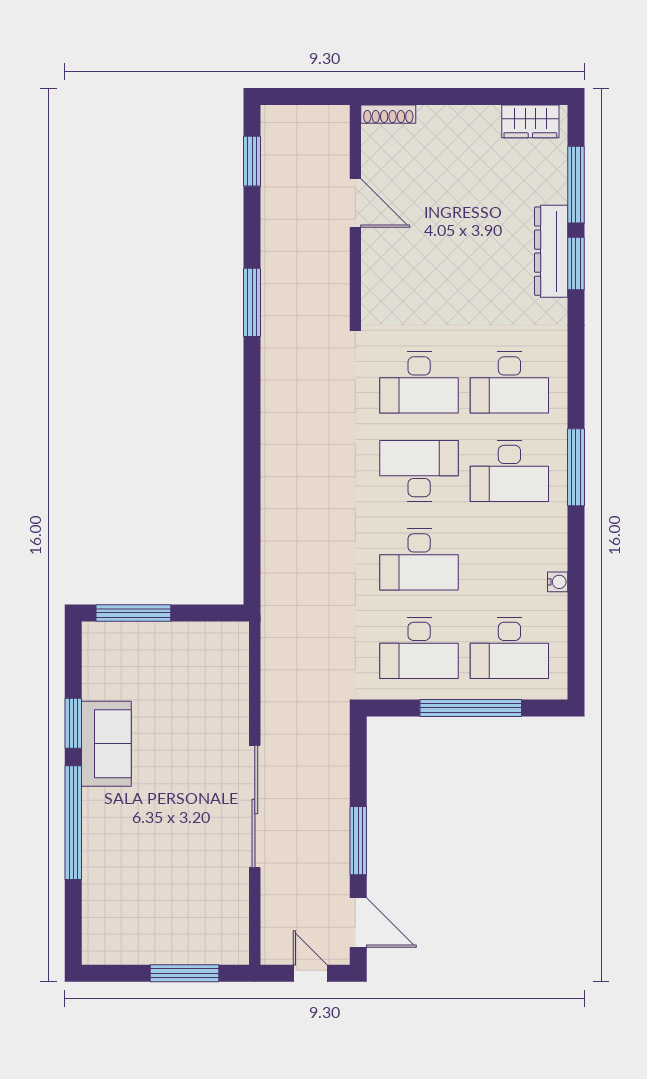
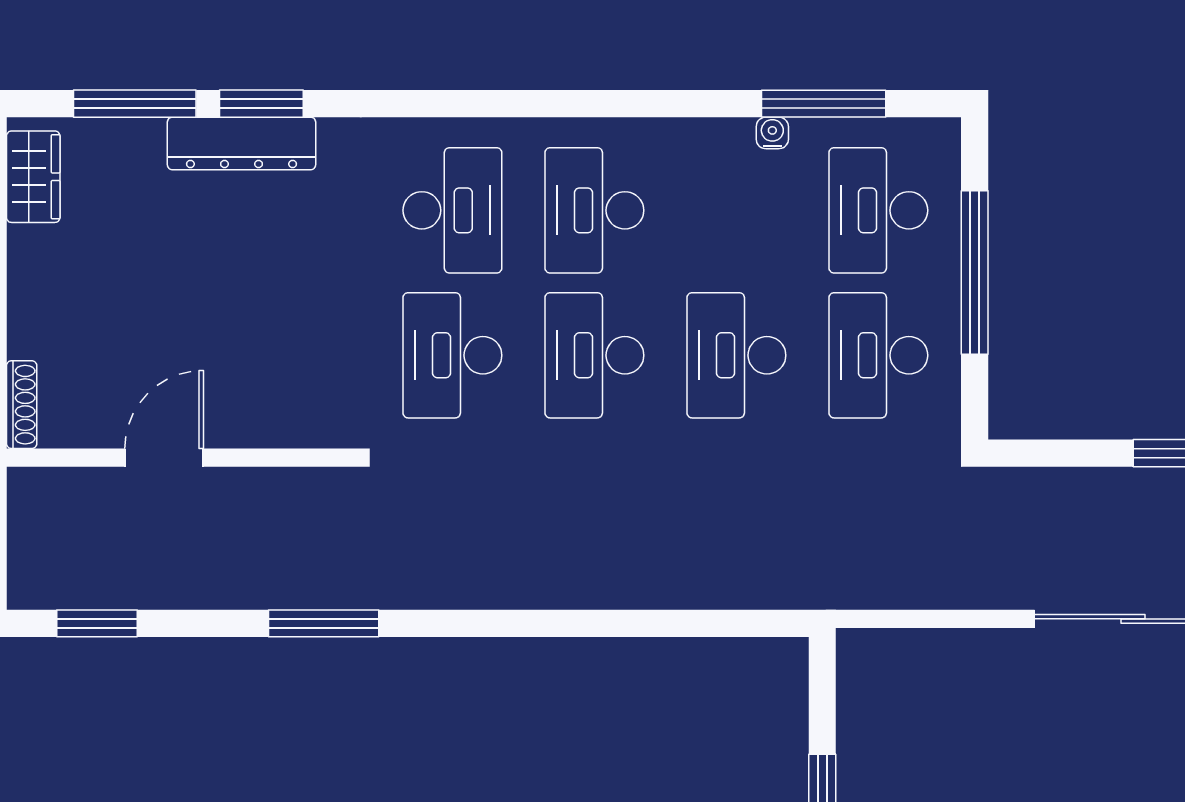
desk: (419, 383) -> (452, 355), turned 180
window: (576, 467) -> (824, 104), moved
desk: (509, 471) -> (594, 210), turned 180
desk: (419, 559) -> (736, 355), turned 180
desk: (419, 648) -> (878, 355), turned 180
desk: (509, 648) -> (878, 210), turned 180

